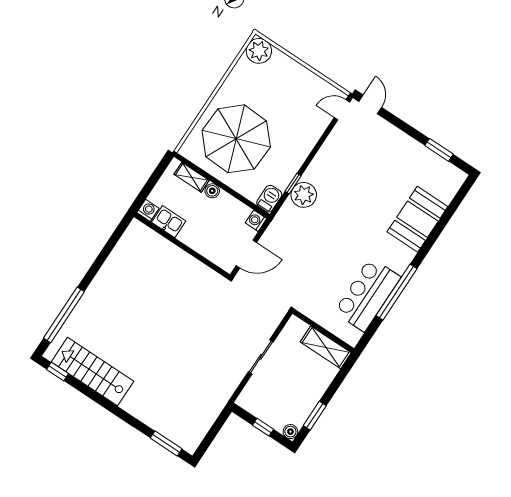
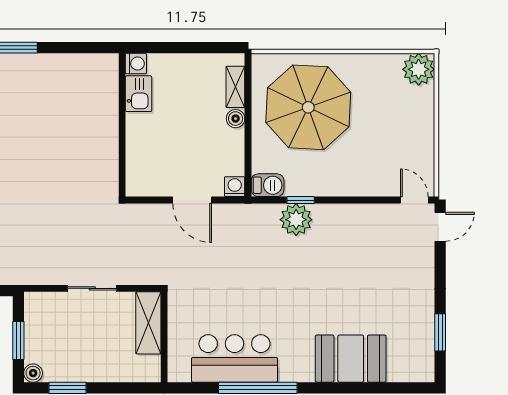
washing machine: (148, 210) -> (136, 64), moved
kitchen sink: (169, 222) -> (139, 94), moved
wall: (182, 246) -> (122, 125), moved
shelving: (326, 347) -> (148, 323), moved
window: (263, 427) -> (18, 340), width x1.50

